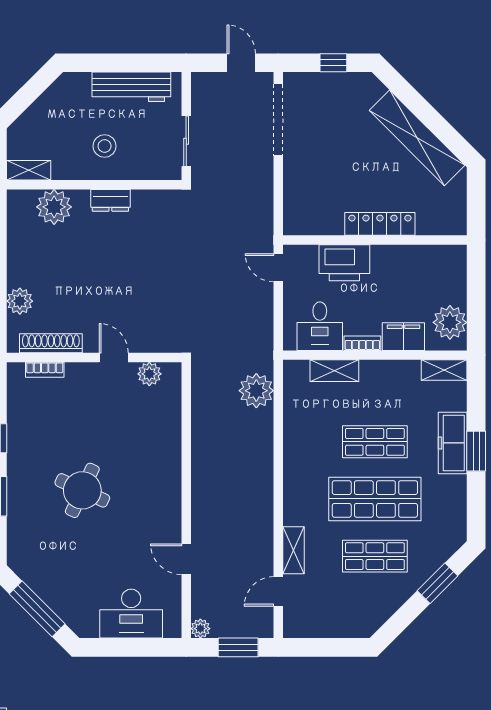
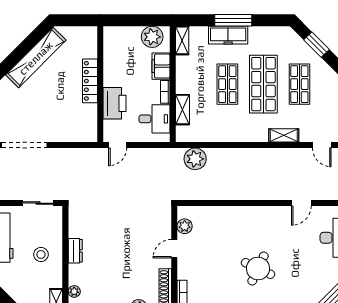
plant: (54, 207) -> (74, 291), width x0.53, depth x0.53
window: (476, 451) -> (233, 20), width x1.44
shelving: (293, 550) -> (284, 135), moved

